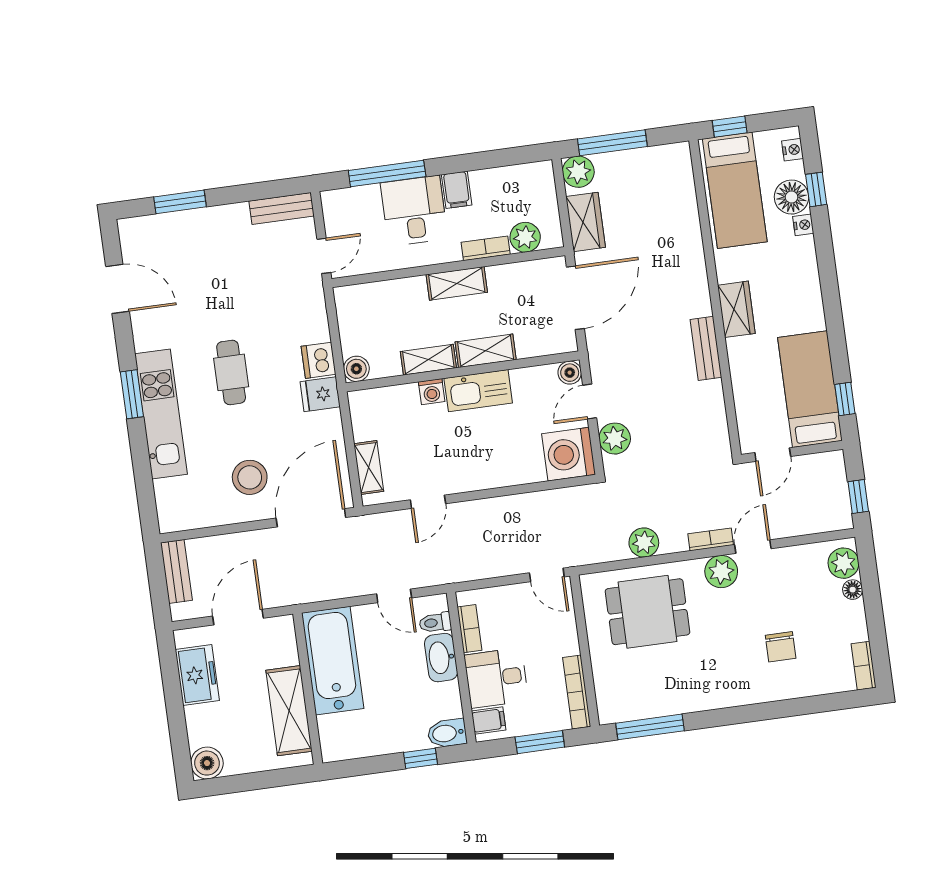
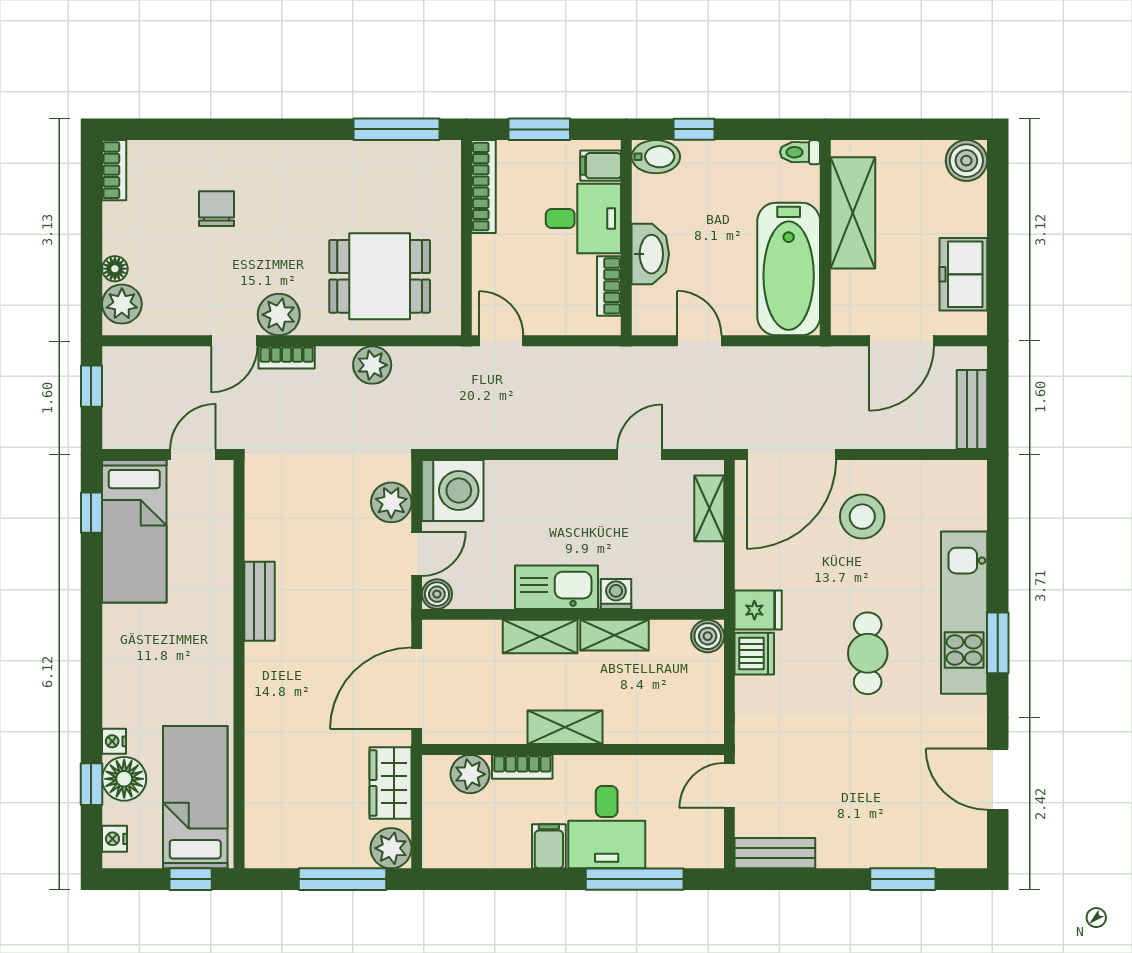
wardrobe: (736, 309) -> (214, 646), removed
toilet: (435, 623) -> (800, 152), moved, turned 180

